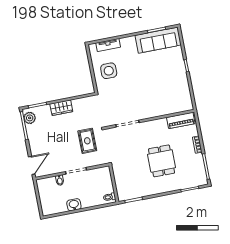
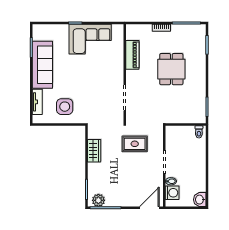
sofa: (158, 40) -> (42, 65), moved
corner sofa: (174, 82) -> (90, 39), added
wardrobe: (61, 108) -> (94, 151), moved
piano: (181, 120) -> (132, 55), moved
dining table: (162, 161) -> (171, 69), turned 90
door: (32, 165) -> (149, 208), hinge flipped
washing machine: (49, 183) -> (172, 193), added
washbasin: (74, 205) -> (200, 200), moved

